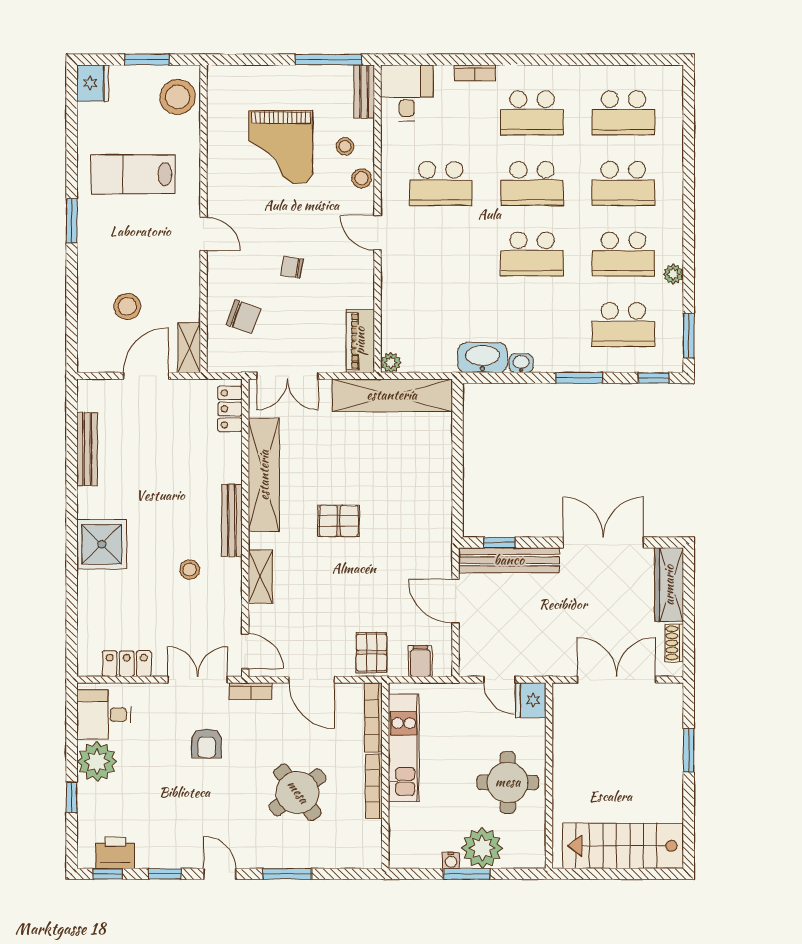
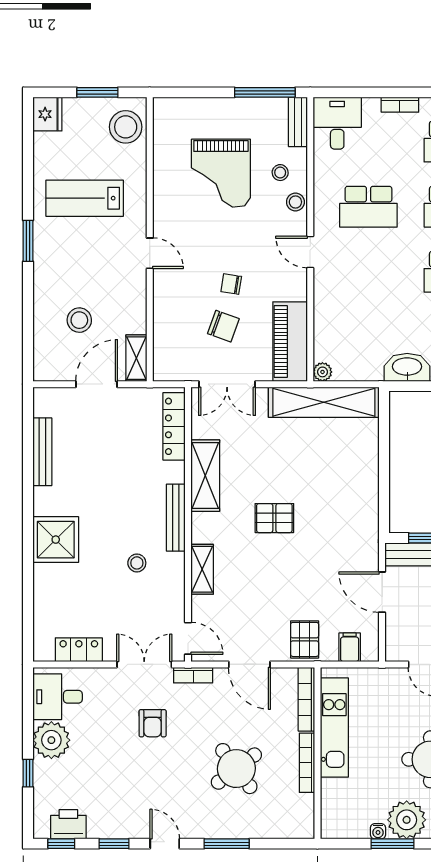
chair: (244, 317) -> (223, 326), moved
piano: (360, 341) -> (290, 342), width x1.37, depth x1.33
locker: (230, 409) -> (174, 426), width x1.53
shelving: (264, 475) -> (205, 476), width x0.68

